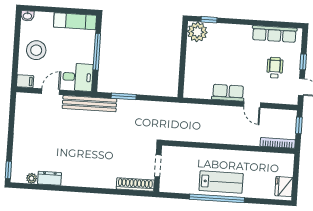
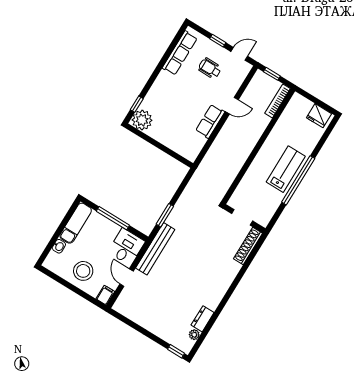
washbasin: (27, 16) -> (59, 246), moved

